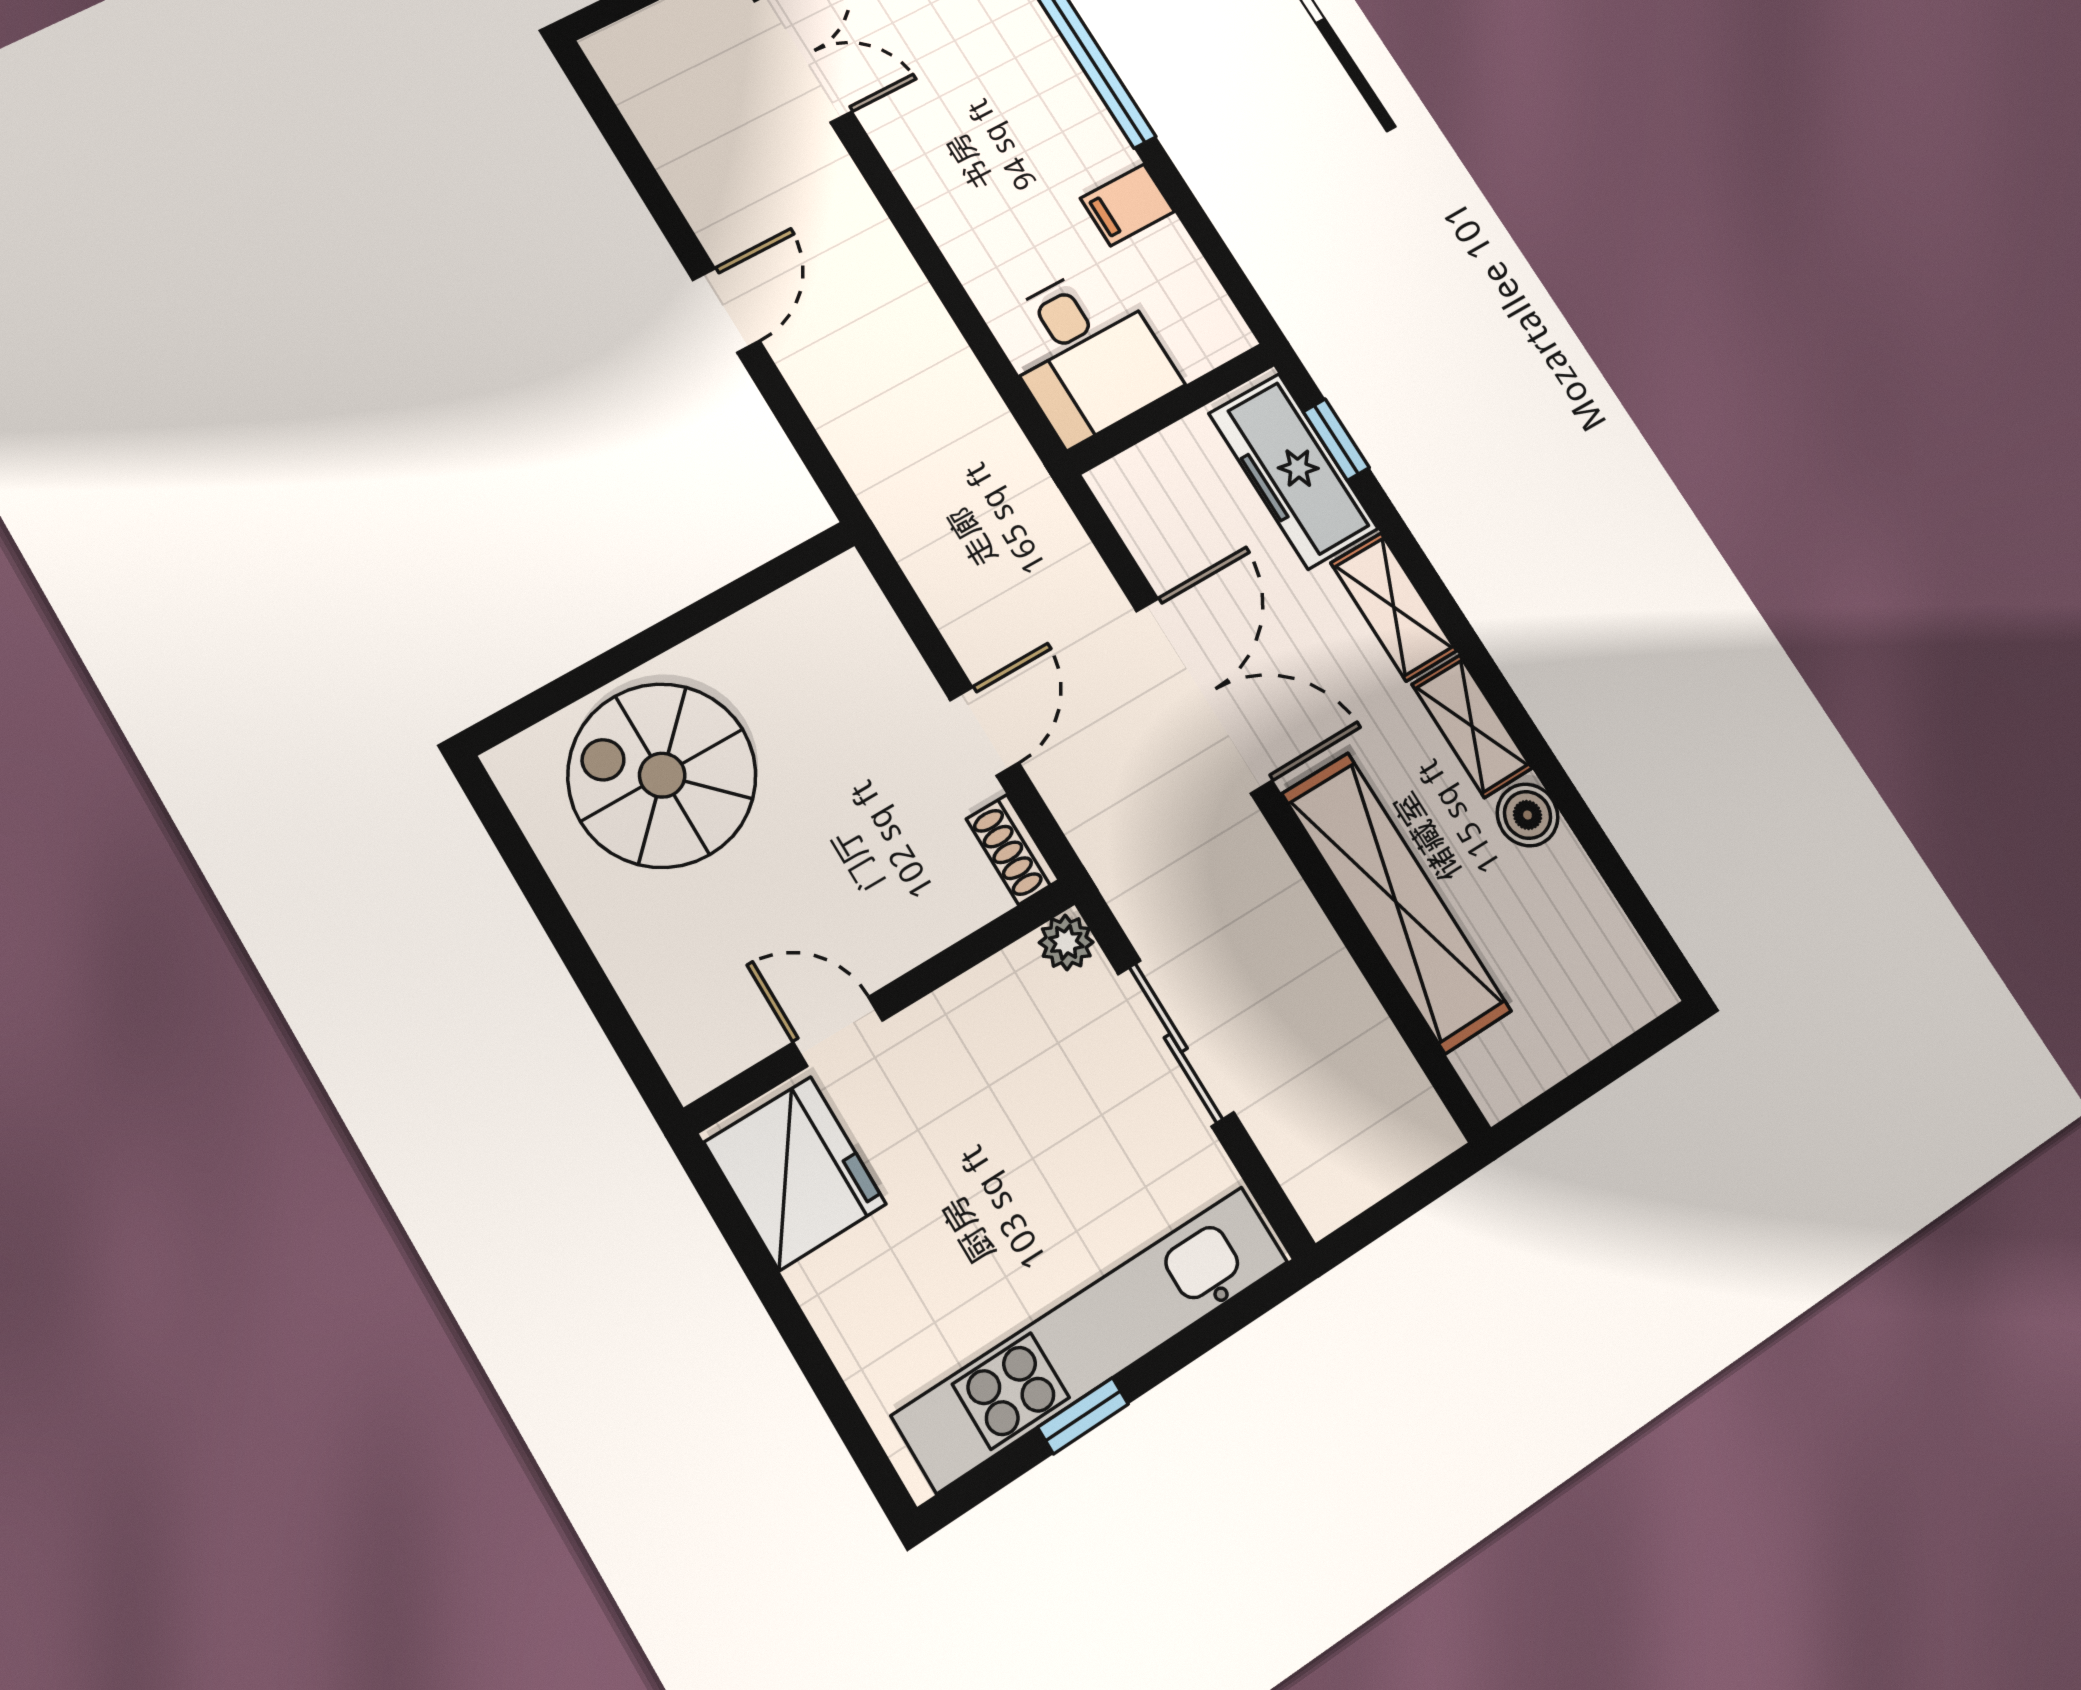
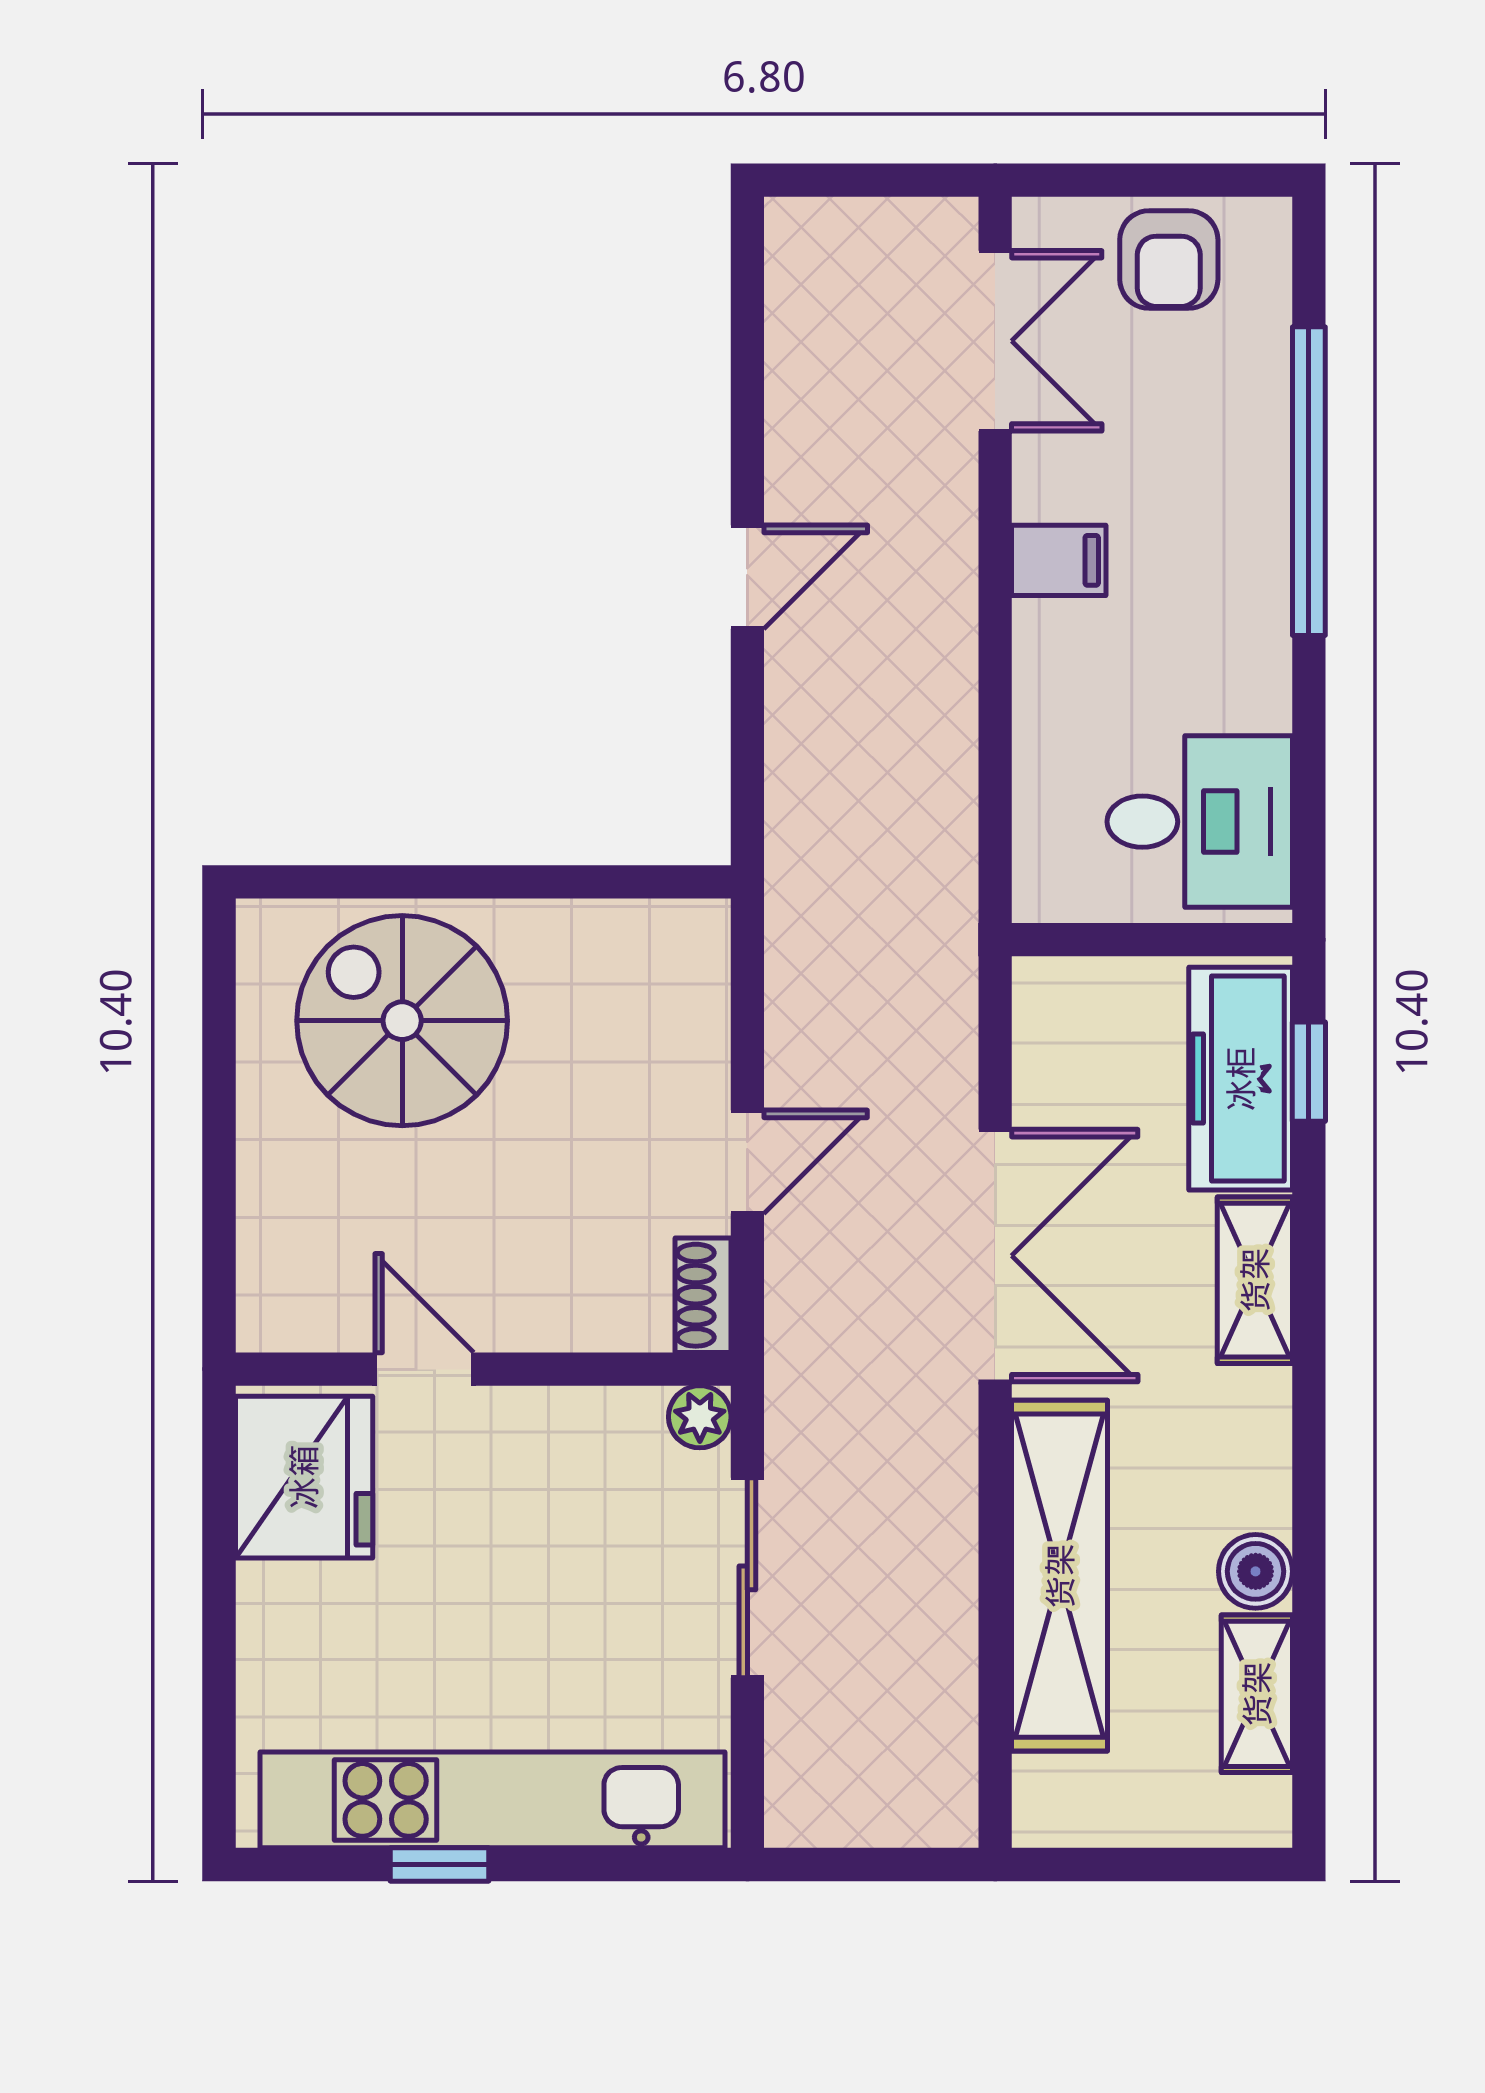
filing cabinet: (1127, 205) -> (1059, 560), moved, turned 180
desk: (1086, 354) -> (1200, 822), moved, turned -90
shelving: (1472, 726) -> (1257, 1694), moved

